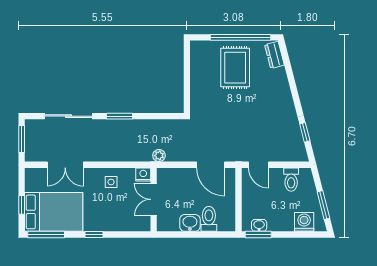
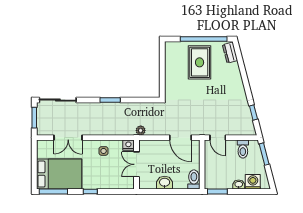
sliding door: (68, 116) -> (58, 100), moved
window: (22, 205) -> (34, 169), removed
window: (323, 205) -> (264, 154), moved
toilet: (209, 219) -> (194, 179), moved
washbasin: (259, 225) -> (239, 185), moved

